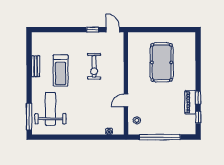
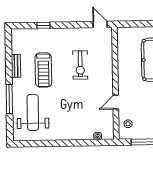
window: (93, 30) -> (43, 25), moved
window: (29, 117) -> (9, 99), moved

